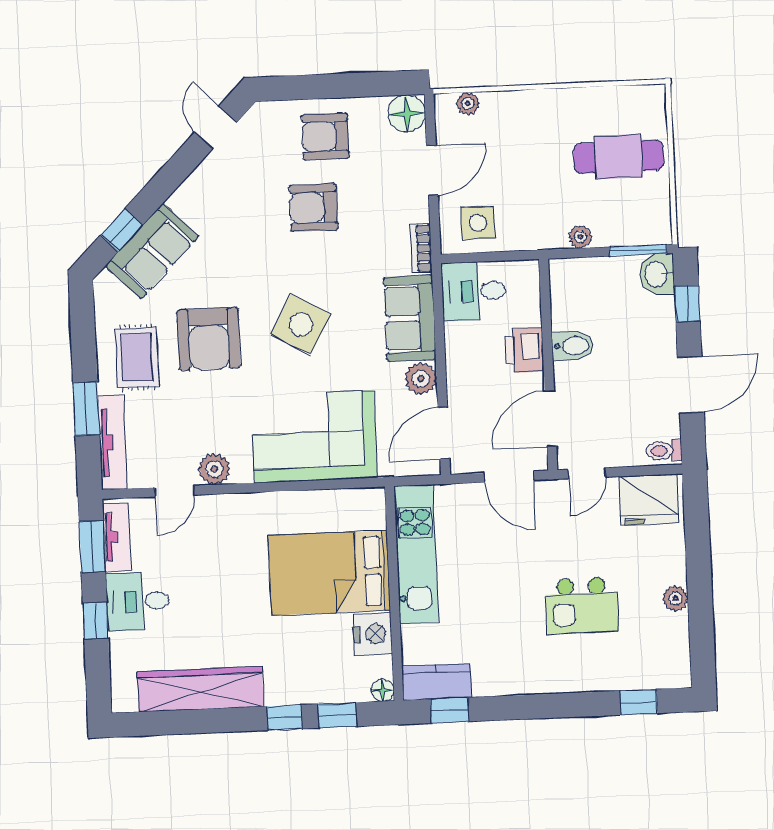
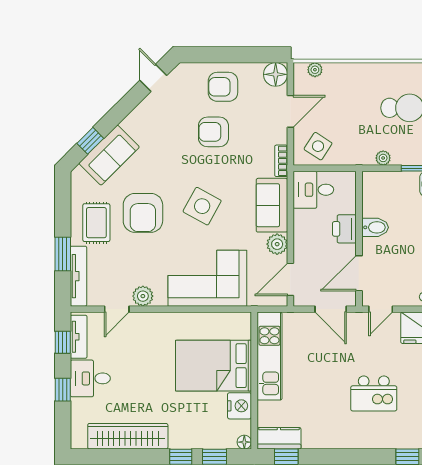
side table: (478, 223) -> (318, 146), turned 33
window: (92, 547) -> (63, 342), width x0.67

